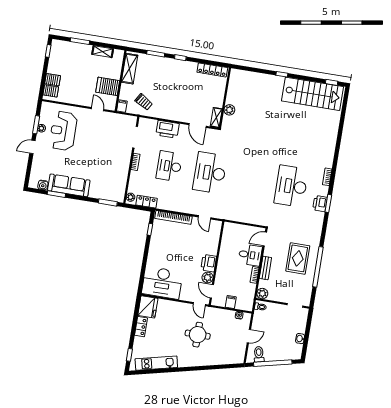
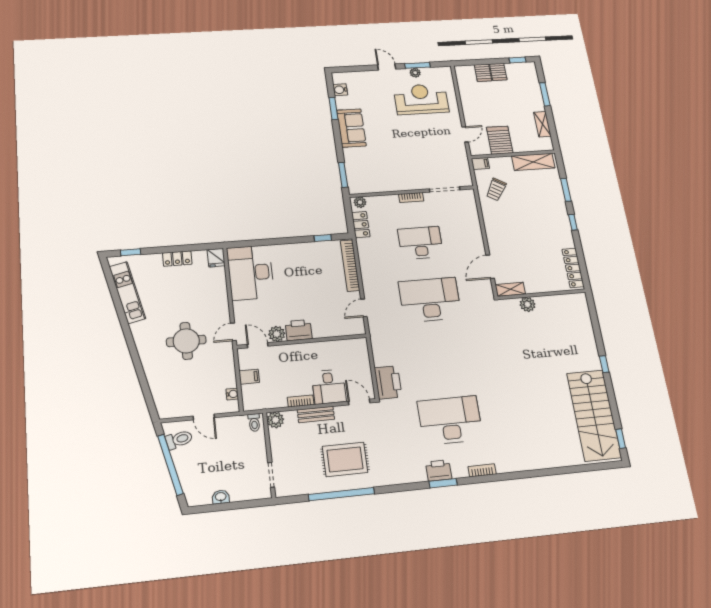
server rack: (51, 91) -> (498, 72), moved
printer: (167, 129) -> (388, 382), moved, turned 180
sofa: (69, 185) -> (351, 128), width x0.73
door: (212, 291) -> (258, 345), hinge flipped
fridge: (148, 307) -> (216, 258), width x0.53, depth x0.75

